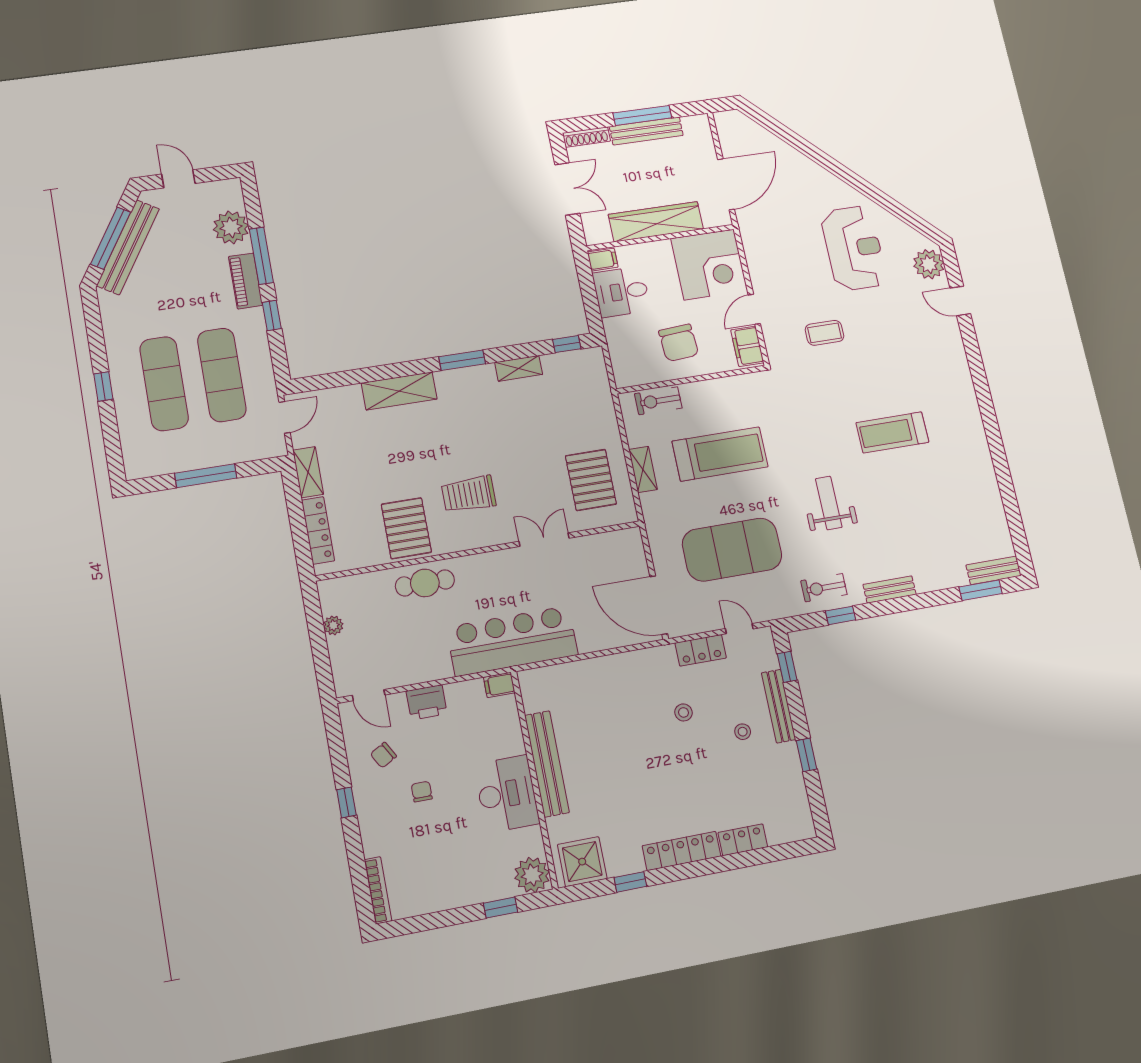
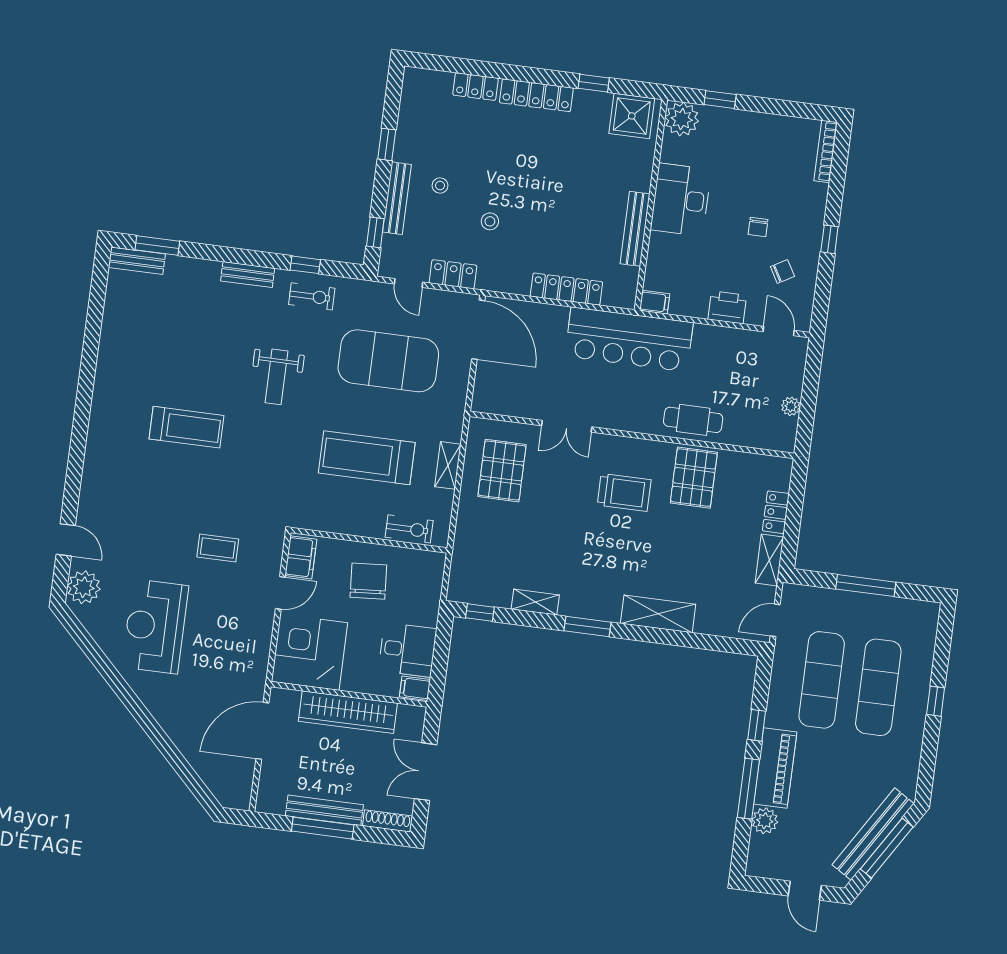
plant: (231, 227) -> (765, 821), width x0.73, depth x0.73
piano: (246, 281) -> (775, 768), width x1.37, depth x1.33
locker: (318, 530) -> (776, 512), width x0.66
locker: (588, 670) -> (566, 289), added
bench: (547, 764) -> (635, 229), width x0.73, depth x0.82

